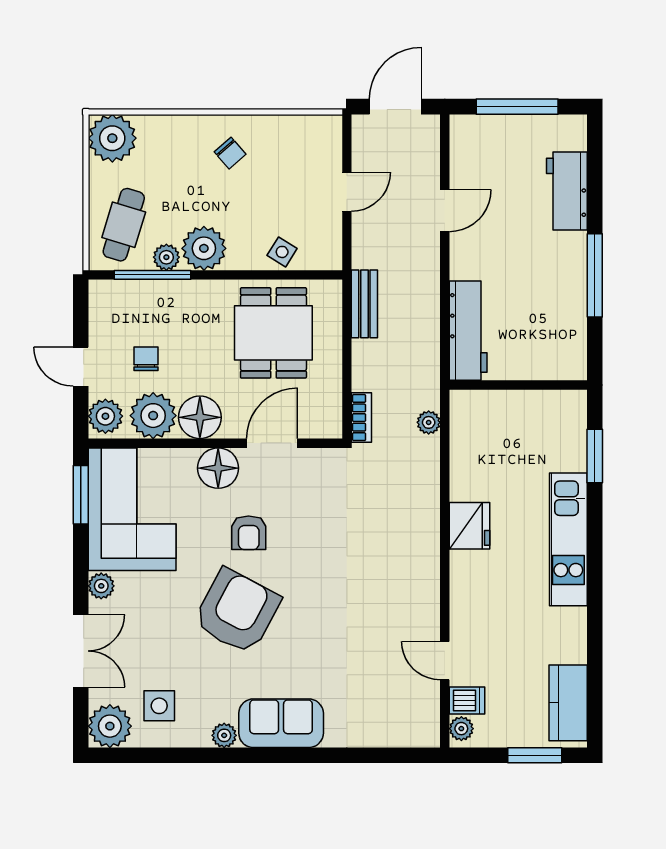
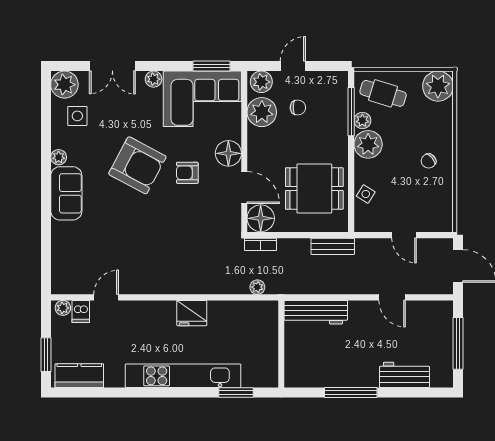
floor lamp: (200, 417) -> (261, 218), moved
kitchen unit: (568, 539) -> (183, 376), width x1.36

